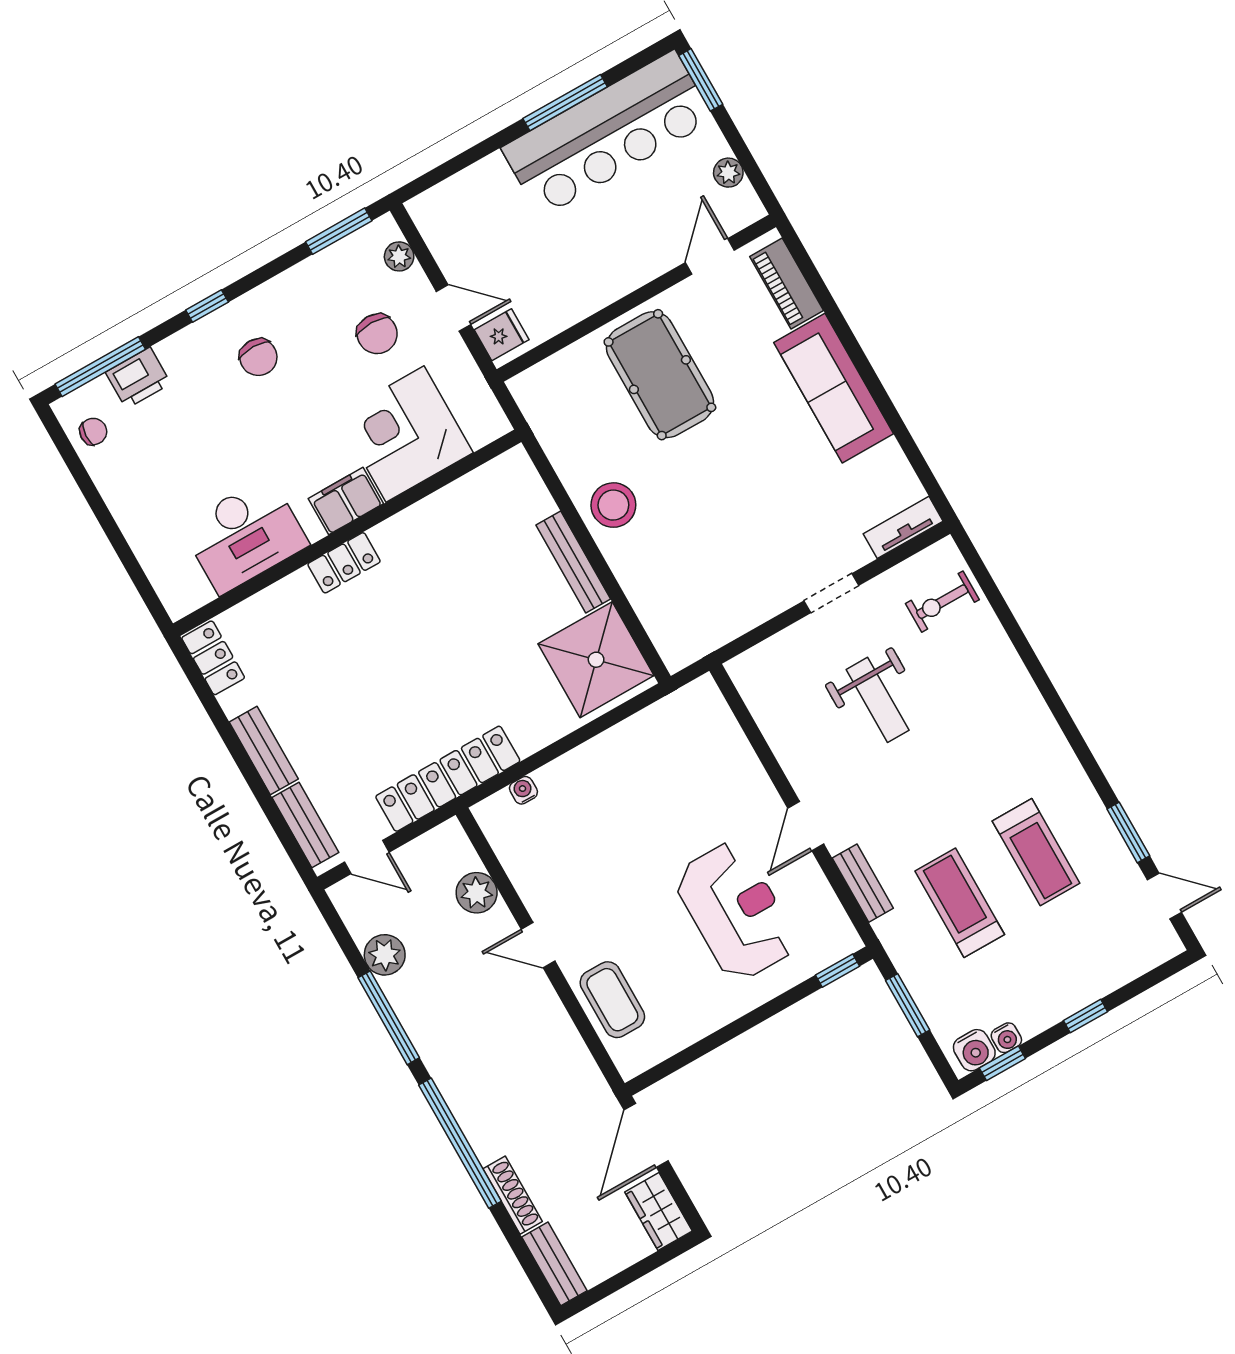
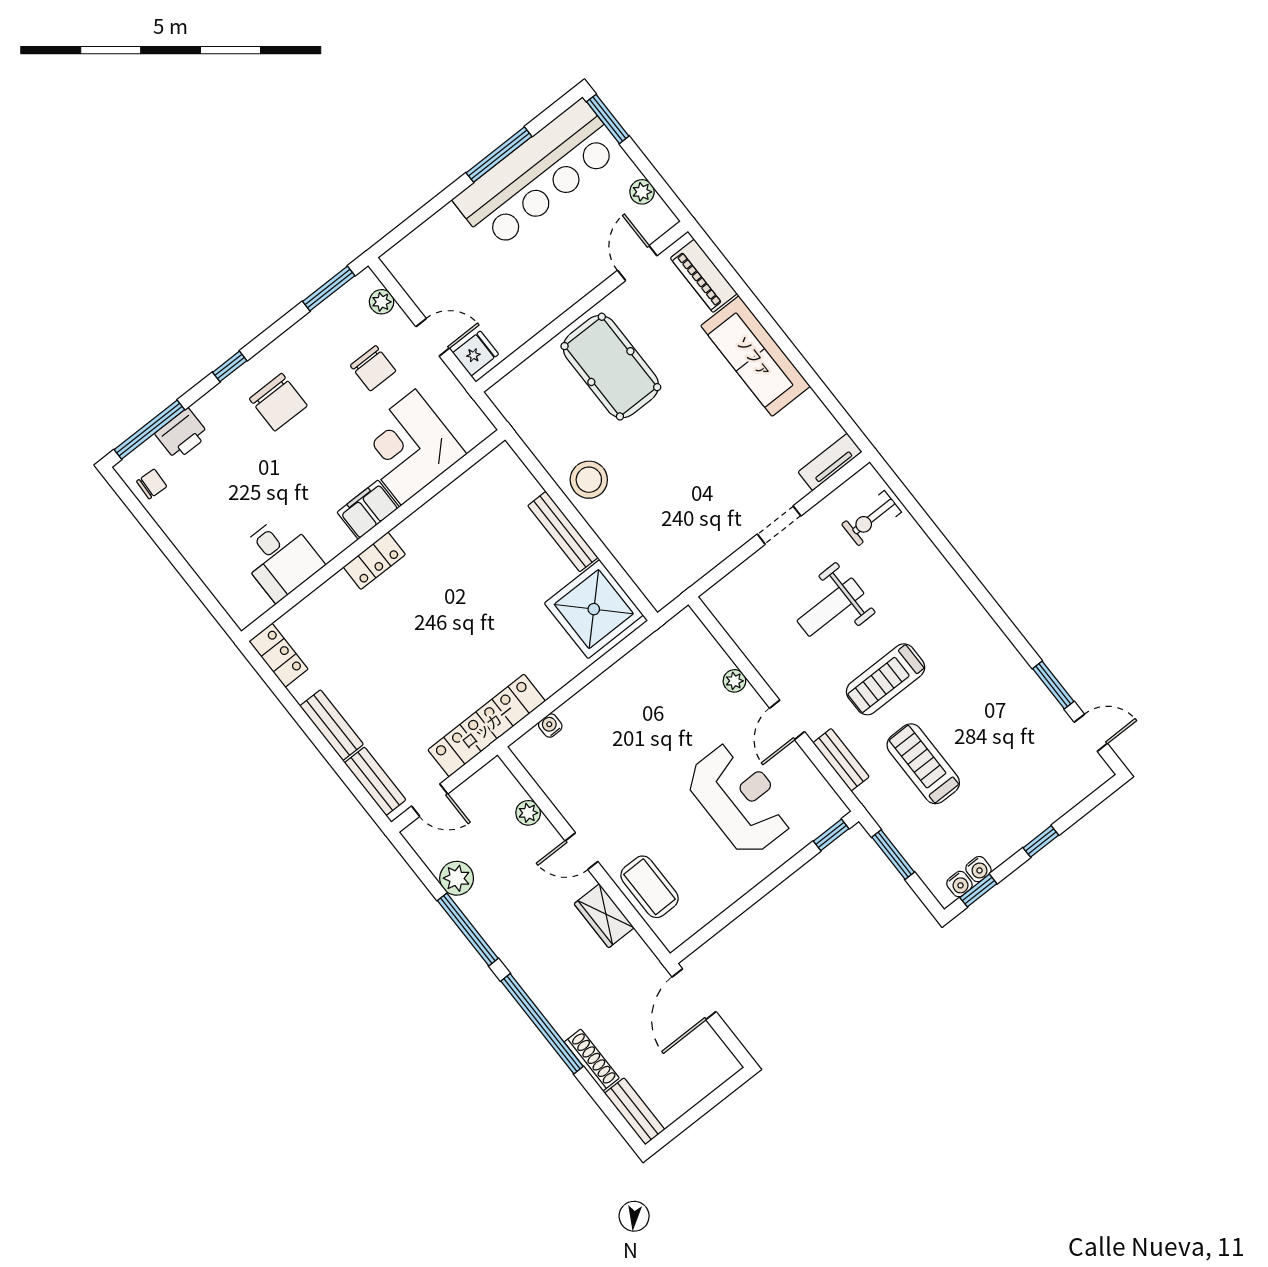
chair: (258, 357) -> (278, 402), width x1.37, depth x1.37
desk: (245, 535) -> (280, 558), width x0.73
weight bench: (878, 700) -> (830, 607), turned 90
plant: (750, 770) -> (734, 681), added
treadmill: (1036, 852) -> (886, 679), moved, turned 90
plant: (477, 893) -> (528, 813), width x0.73, depth x0.73
water cooler: (974, 1050) -> (959, 884), width x0.72, depth x0.72
wardrobe: (658, 1211) -> (604, 916), moved

